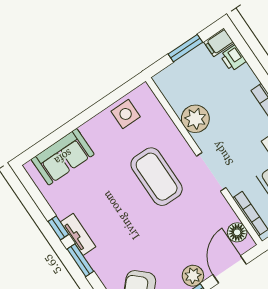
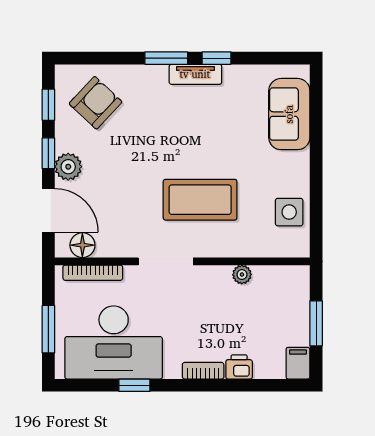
printer: (233, 58) -> (239, 367), moved
plant: (195, 119) -> (242, 275), width x0.53, depth x0.53

